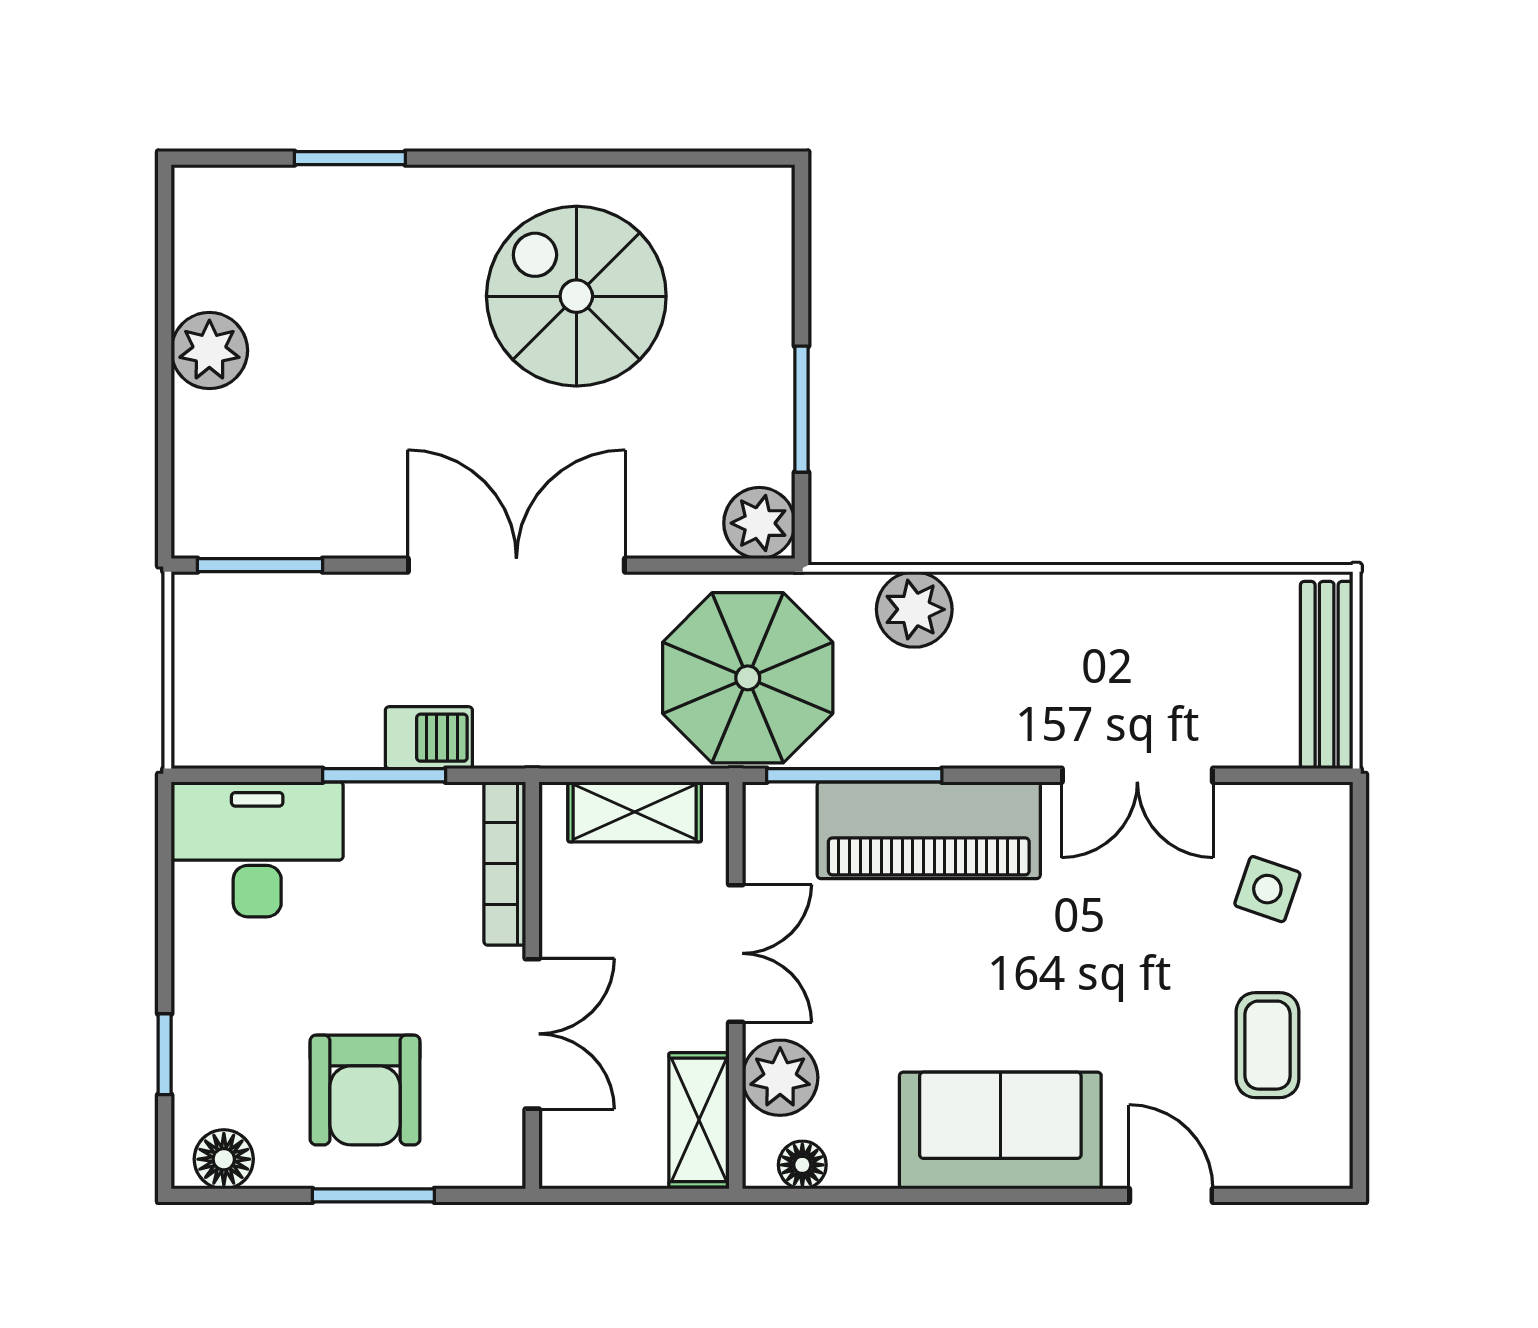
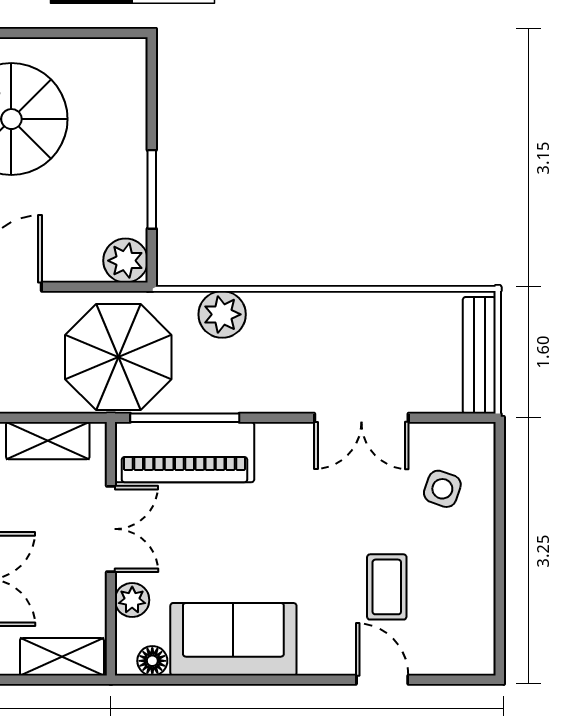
piano: (929, 830) -> (184, 452), moved
coffee table: (1268, 1045) -> (387, 587), moved
plant: (780, 1078) -> (132, 600), width x0.73, depth x0.73
shelving: (699, 1120) -> (62, 657), moved, turned 90
sofa: (1000, 1130) -> (233, 639), moved

